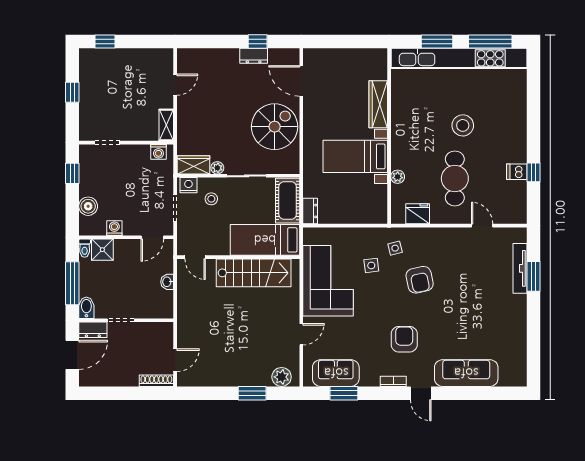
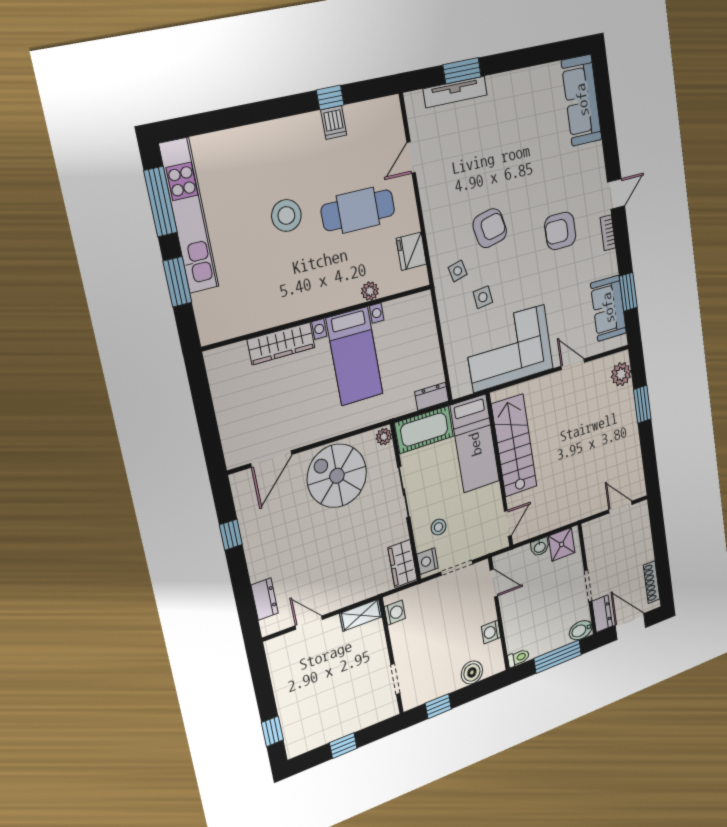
dresser: (254, 56) -> (265, 599), moved
kitchen unit: (459, 58) -> (189, 216), width x0.73
plant: (217, 168) -> (384, 437), moved
shower: (102, 250) -> (562, 544), moved
sofa: (466, 373) -> (582, 100), moved
shoe rack: (156, 381) -> (652, 582), moved

